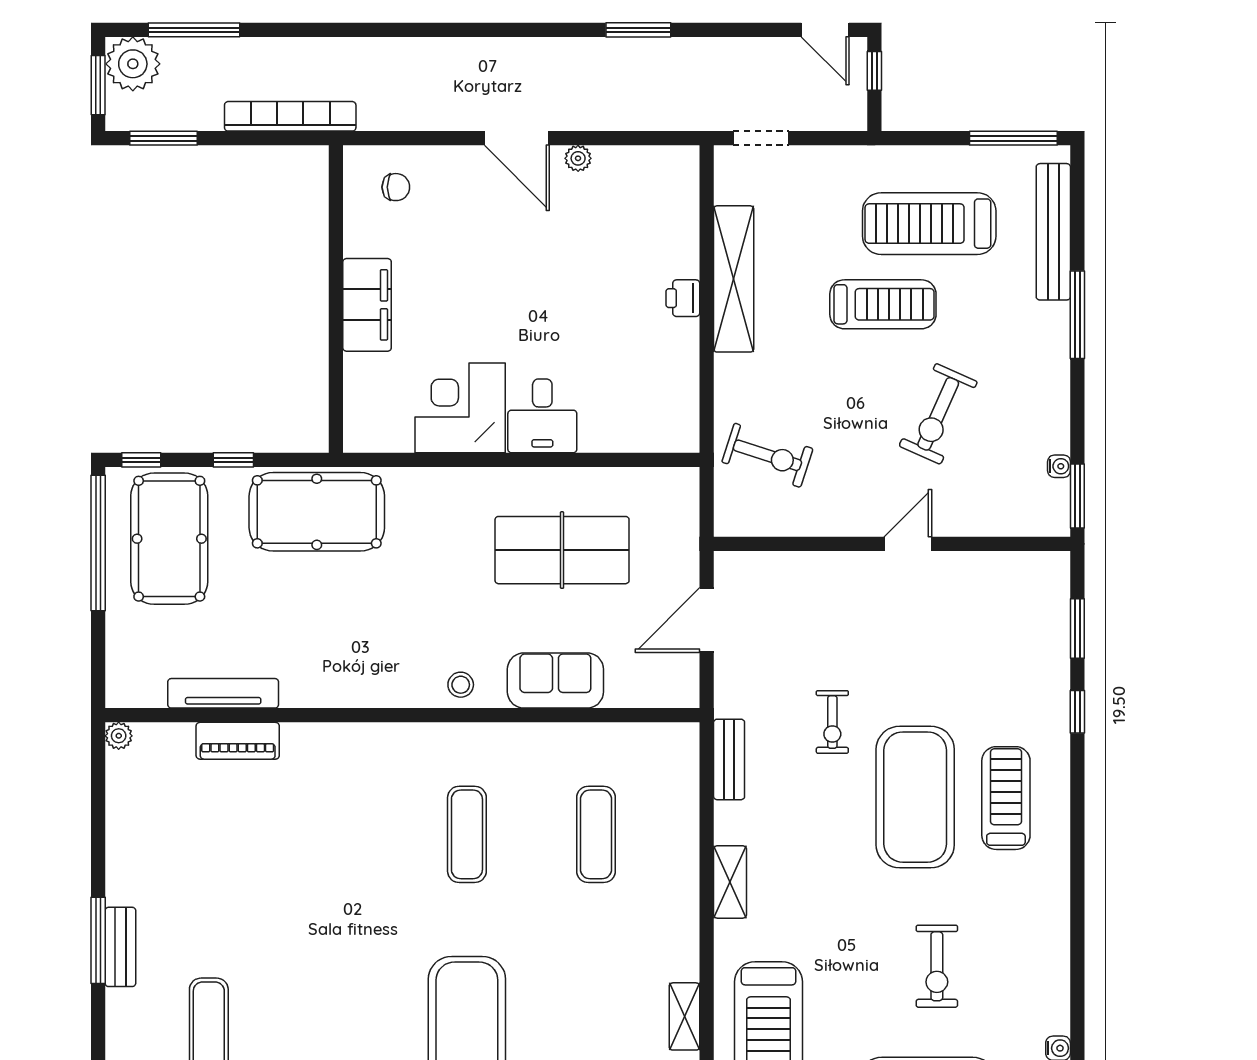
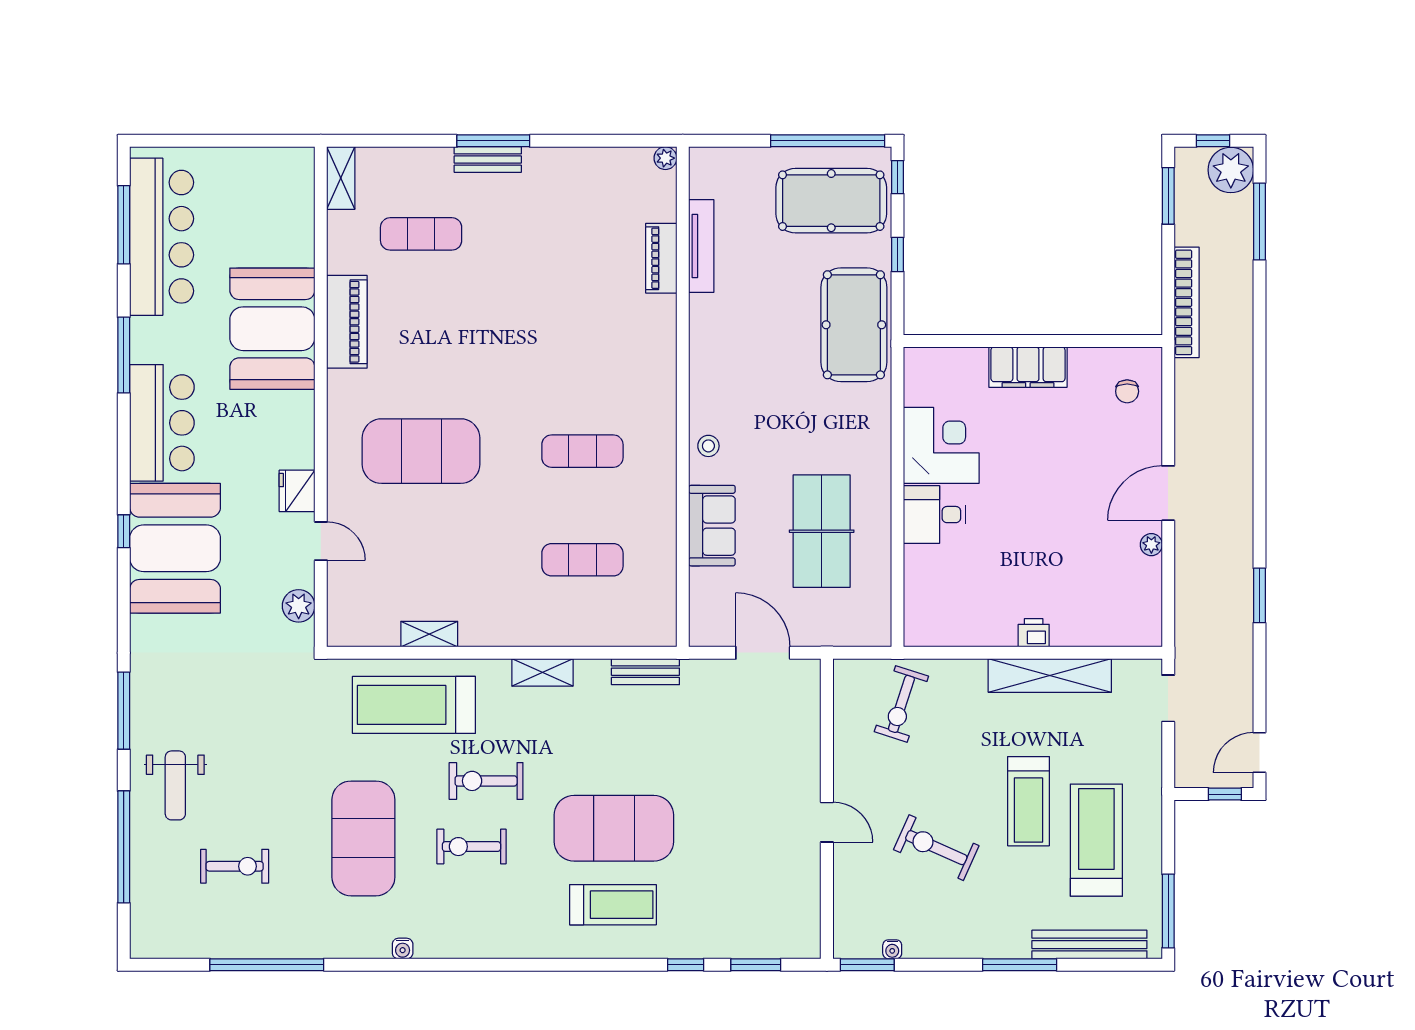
window: (98, 85) -> (1213, 141), width x0.67
exercise bike: (832, 722) -> (486, 781), moved, width x1.38, depth x1.39

